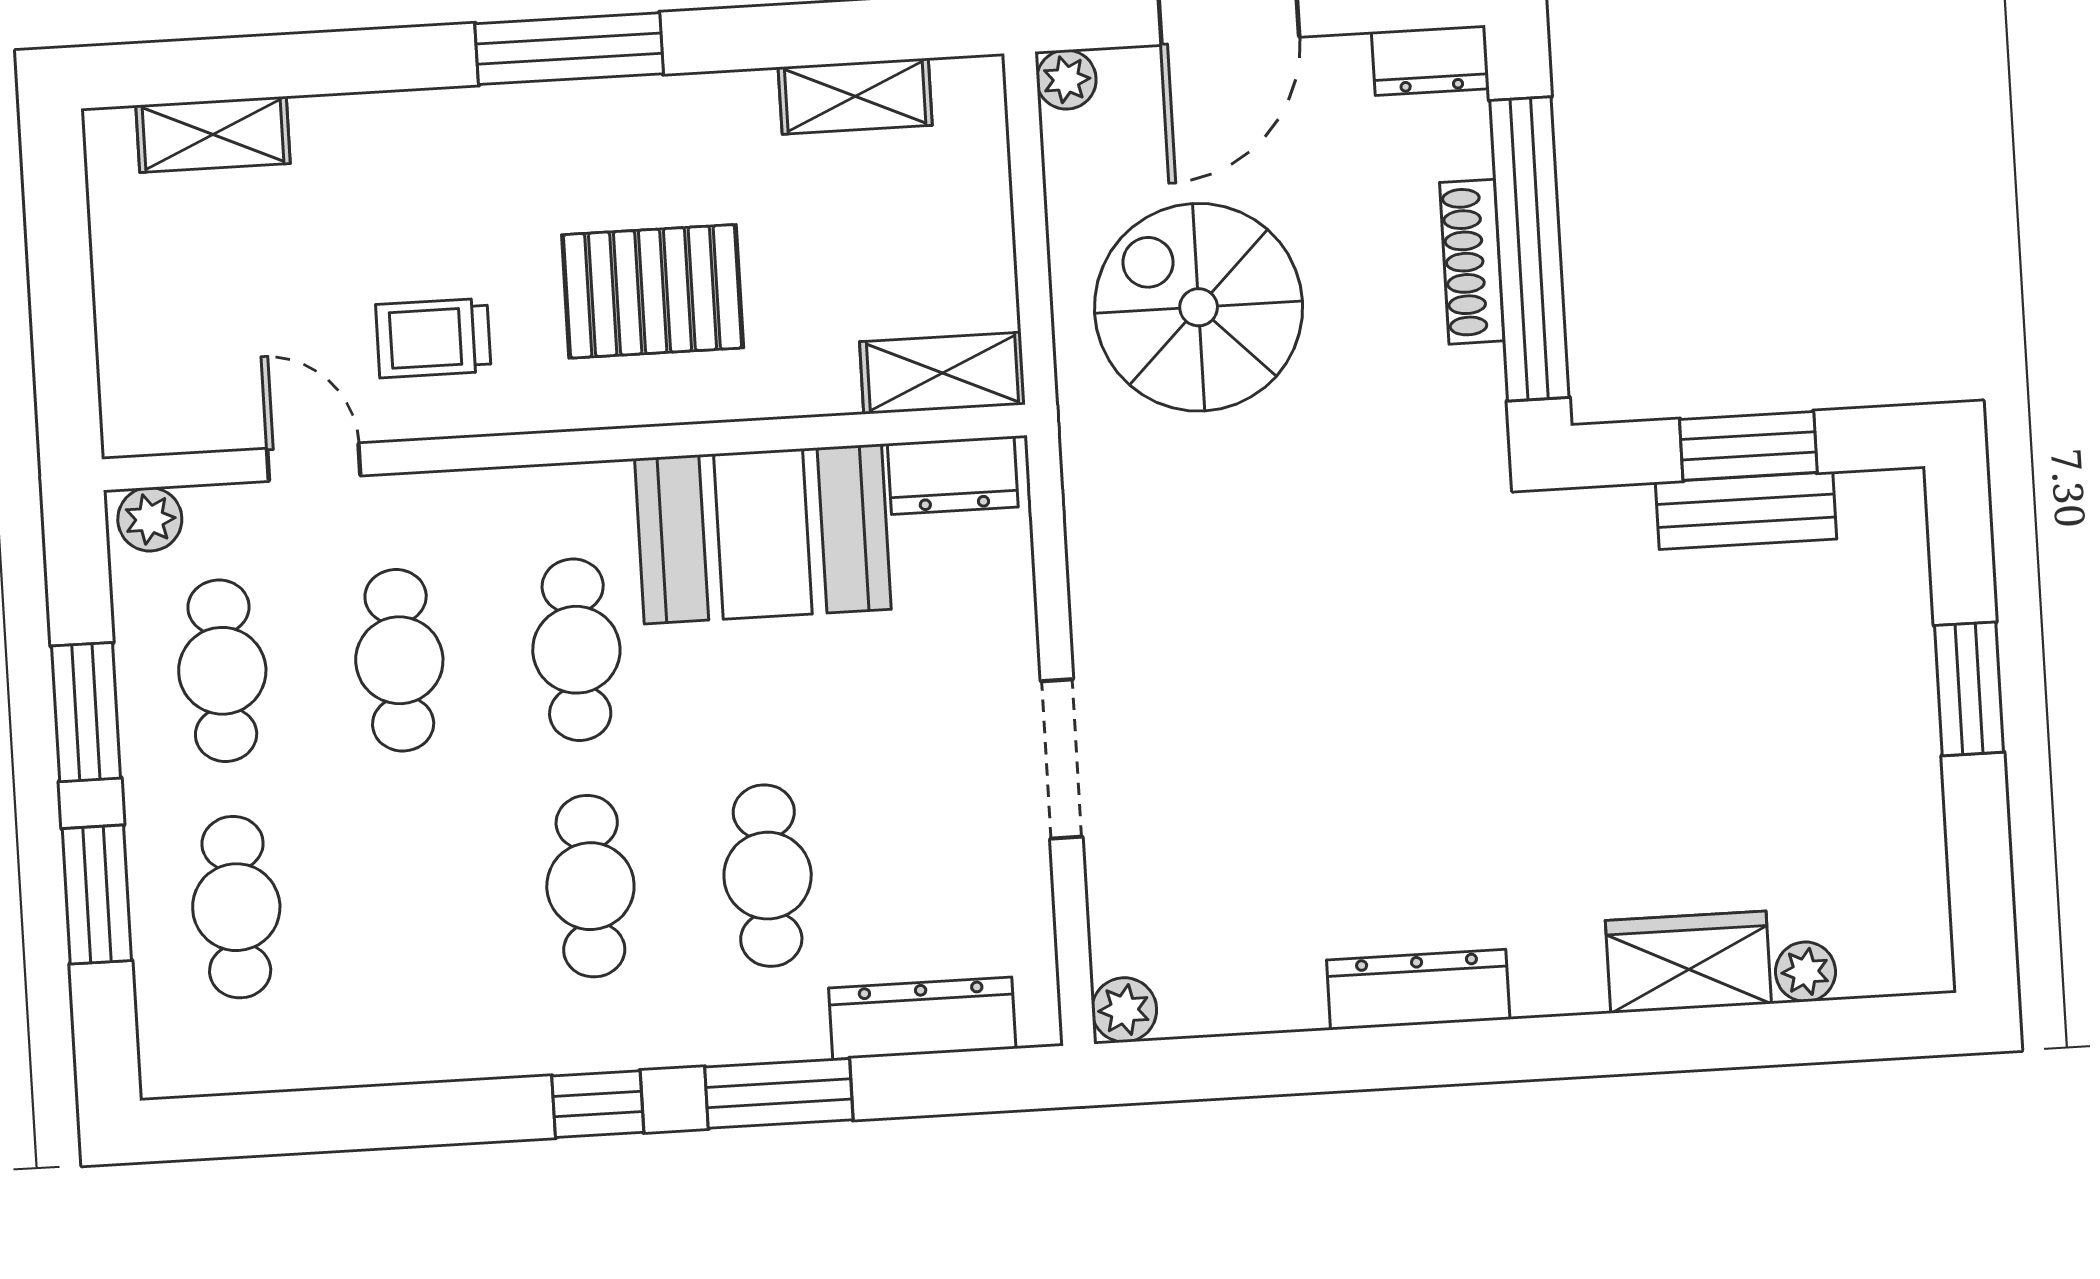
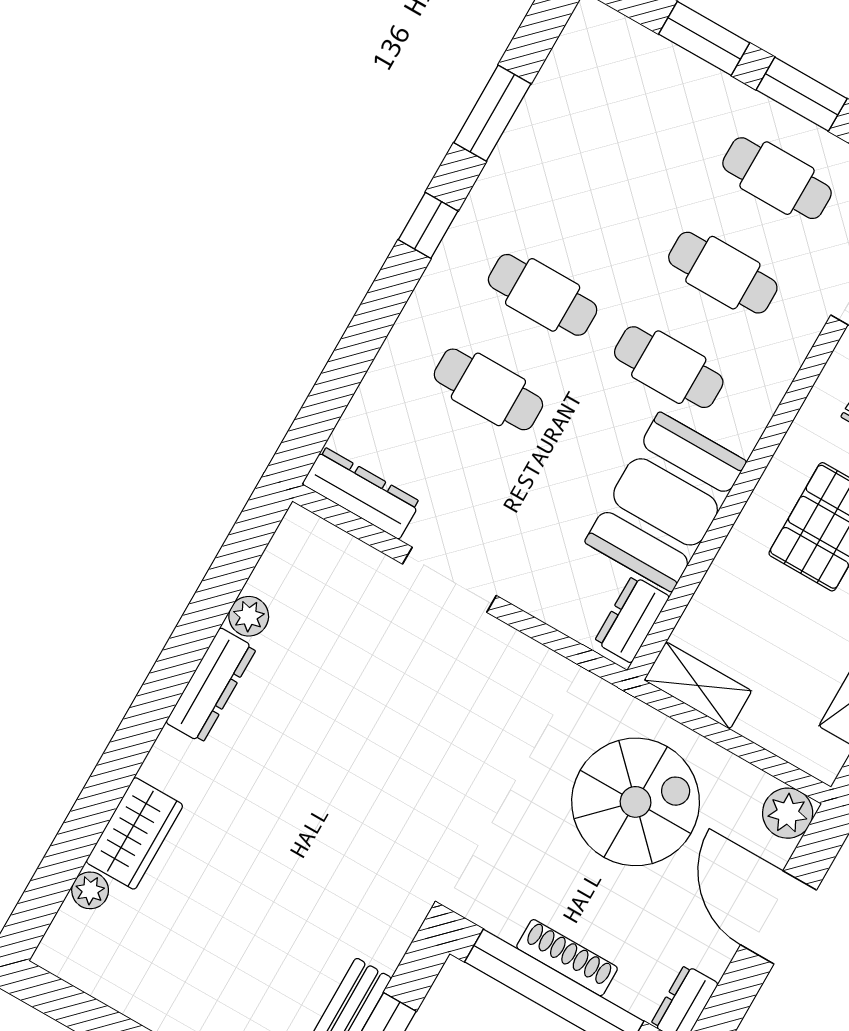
plant: (1066, 80) -> (788, 813), width x1.38, depth x1.38
shelving: (942, 373) -> (698, 685), moved, turned 90
cafe table: (236, 907) -> (651, 106), removed
plant: (1124, 1010) -> (249, 616), moved
dresser: (922, 1018) -> (361, 493), moved, turned -90
window: (779, 1093) -> (492, 113), moved

